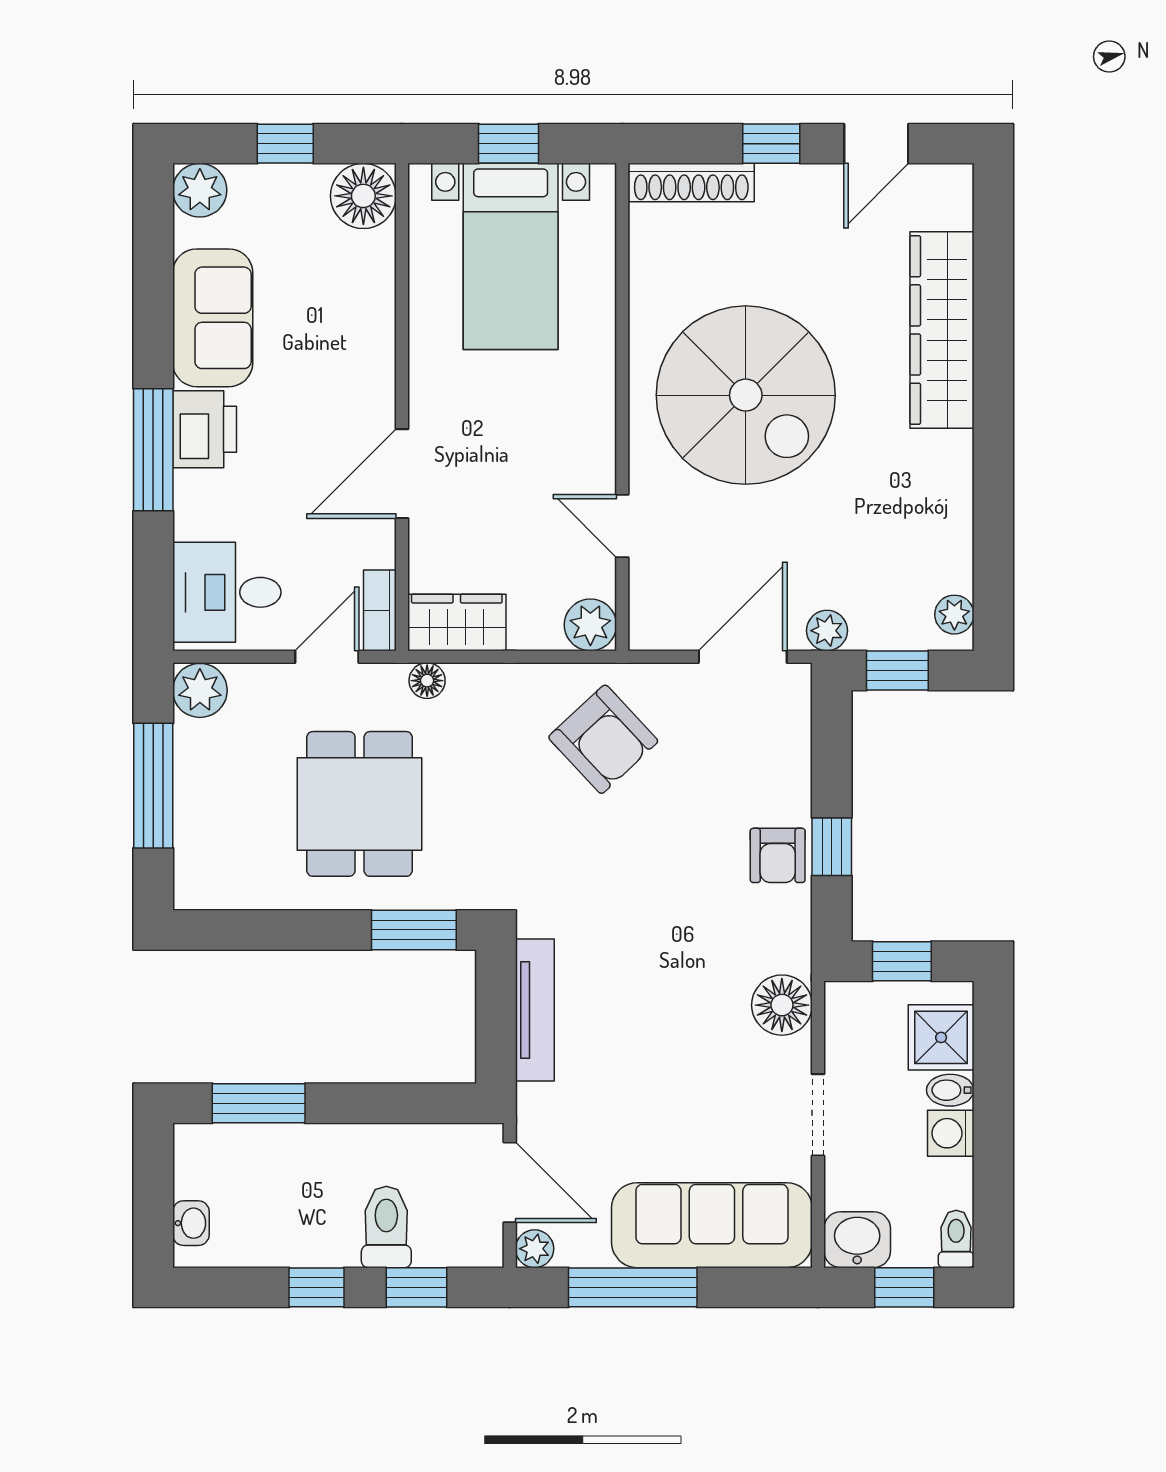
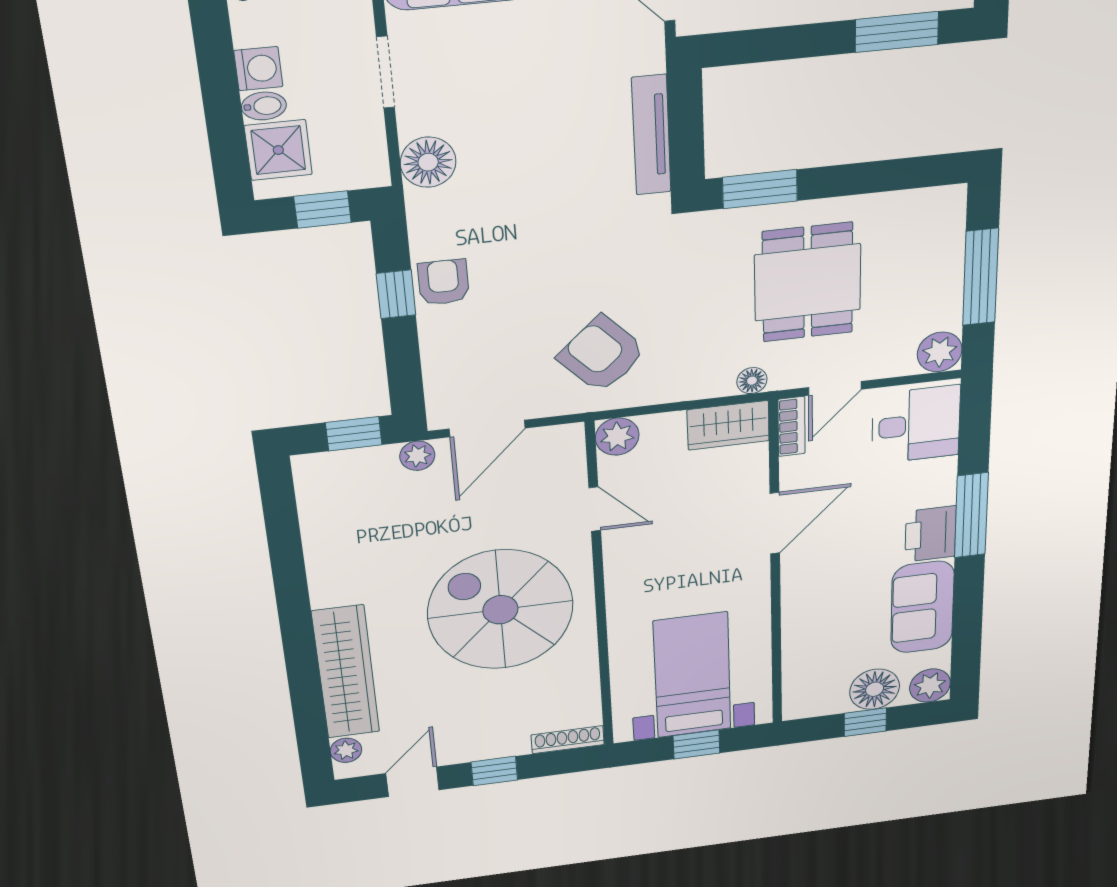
shoe rack: (691, 183) -> (568, 740), width x0.74, depth x0.81
floor lamp: (363, 196) -> (875, 689), moved
plant: (954, 615) -> (346, 750), moved

